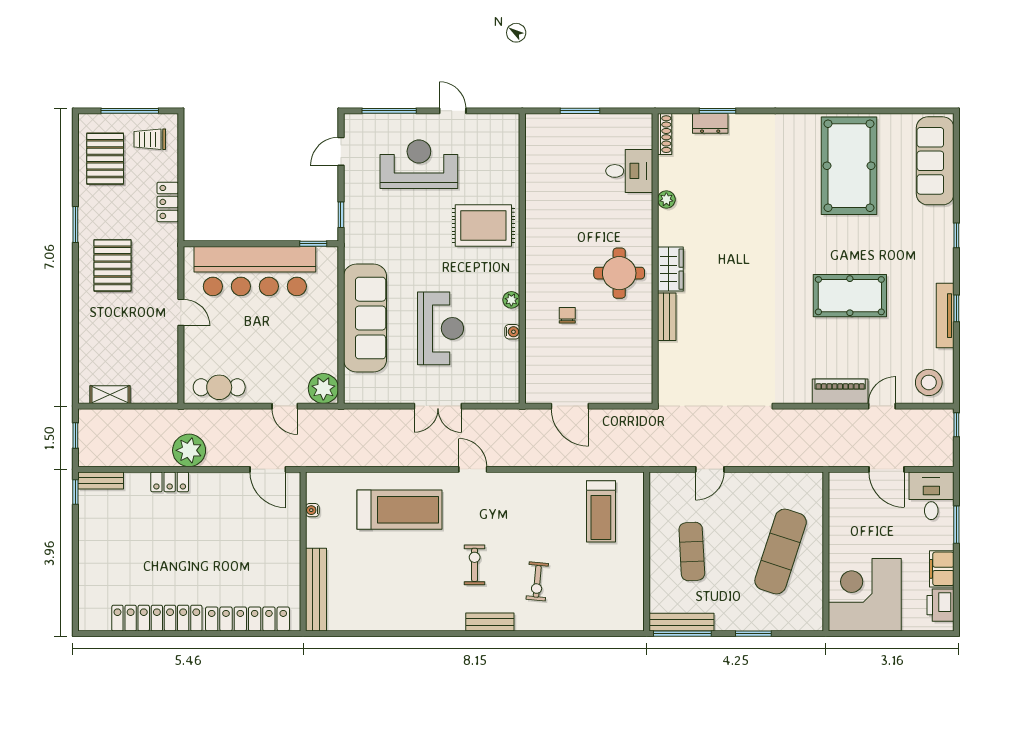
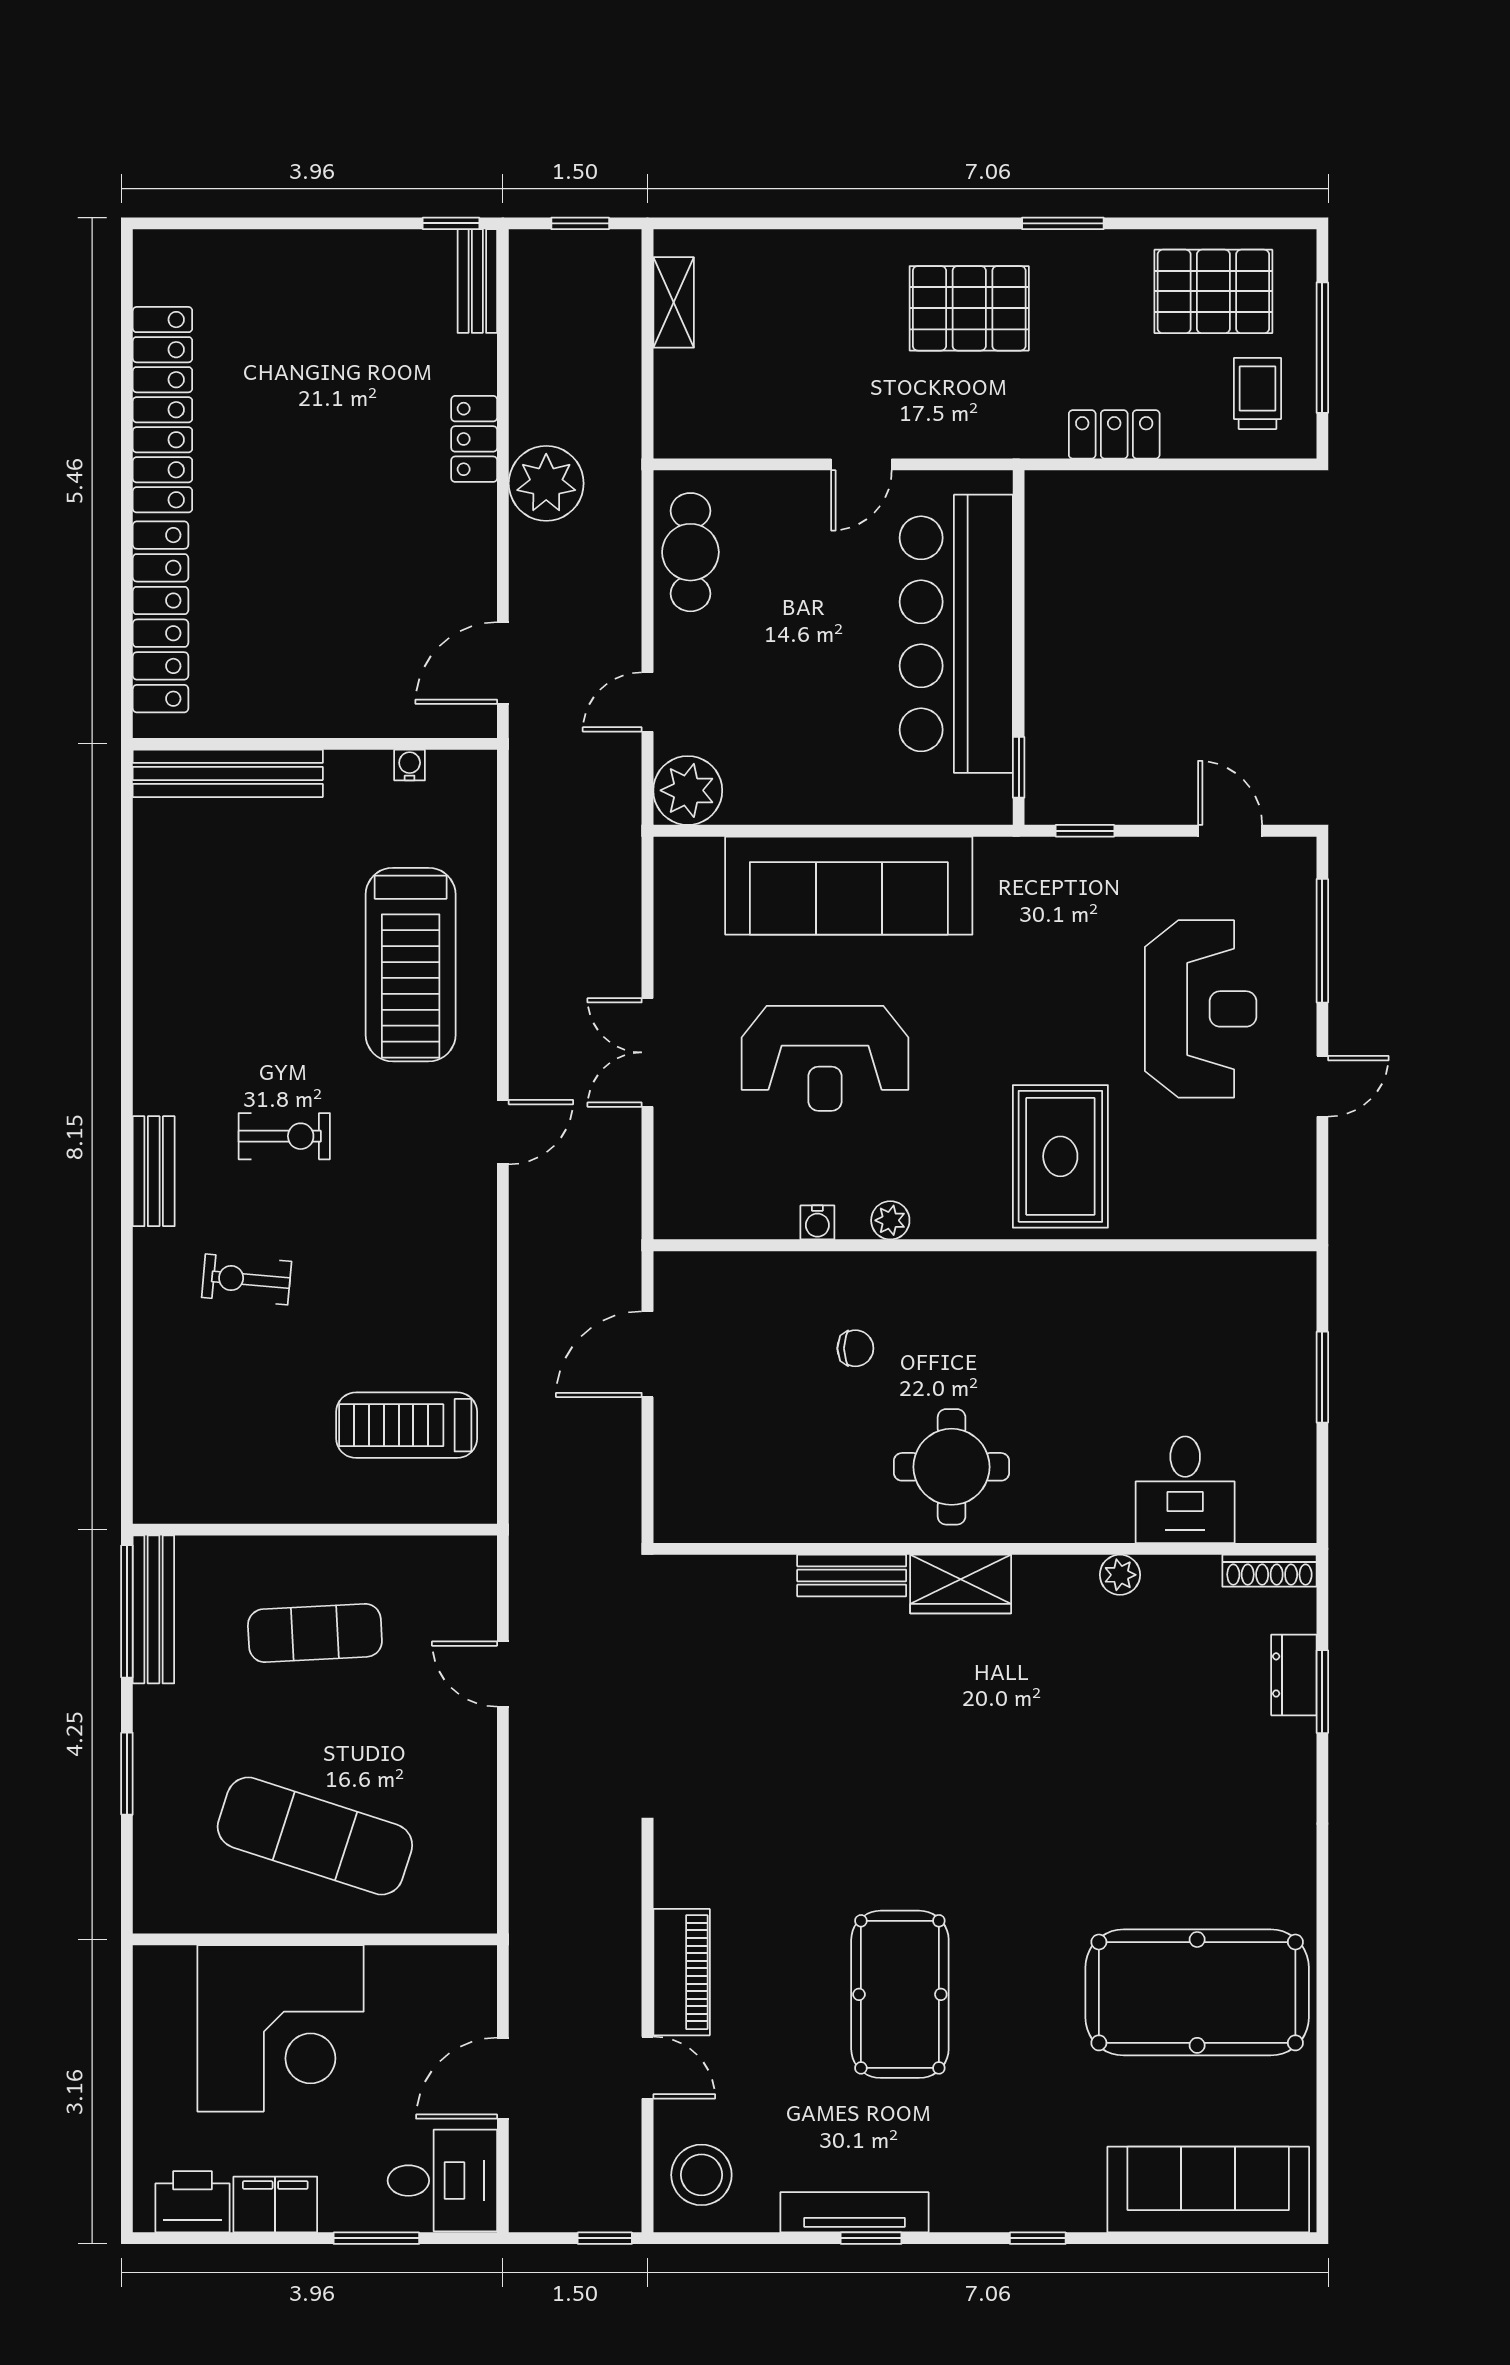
corner desk: (865, 595) -> (281, 2028), moved, turned 90

